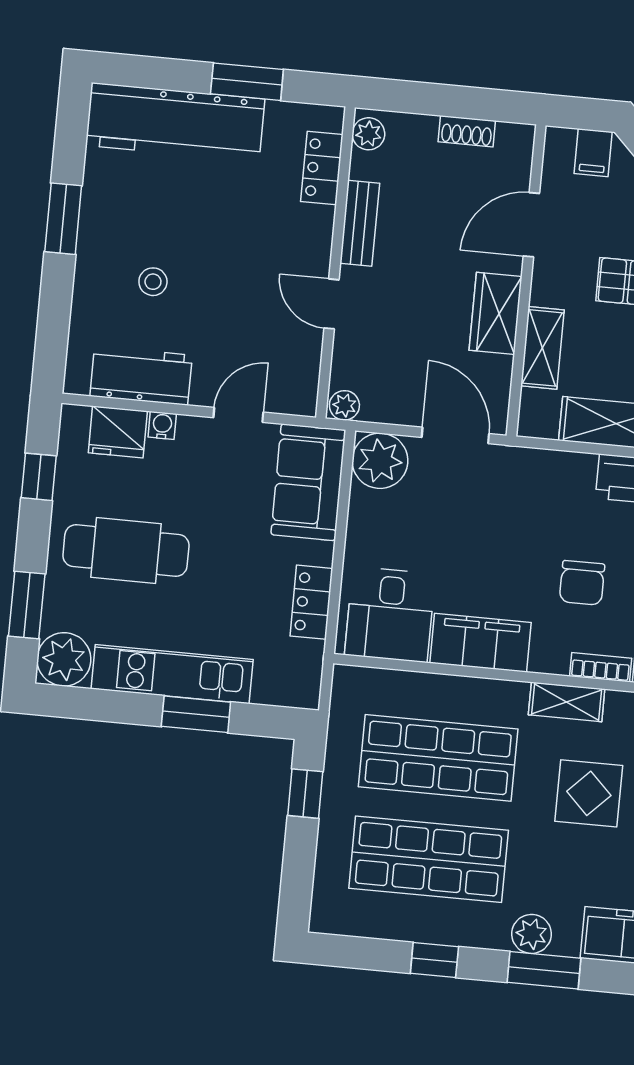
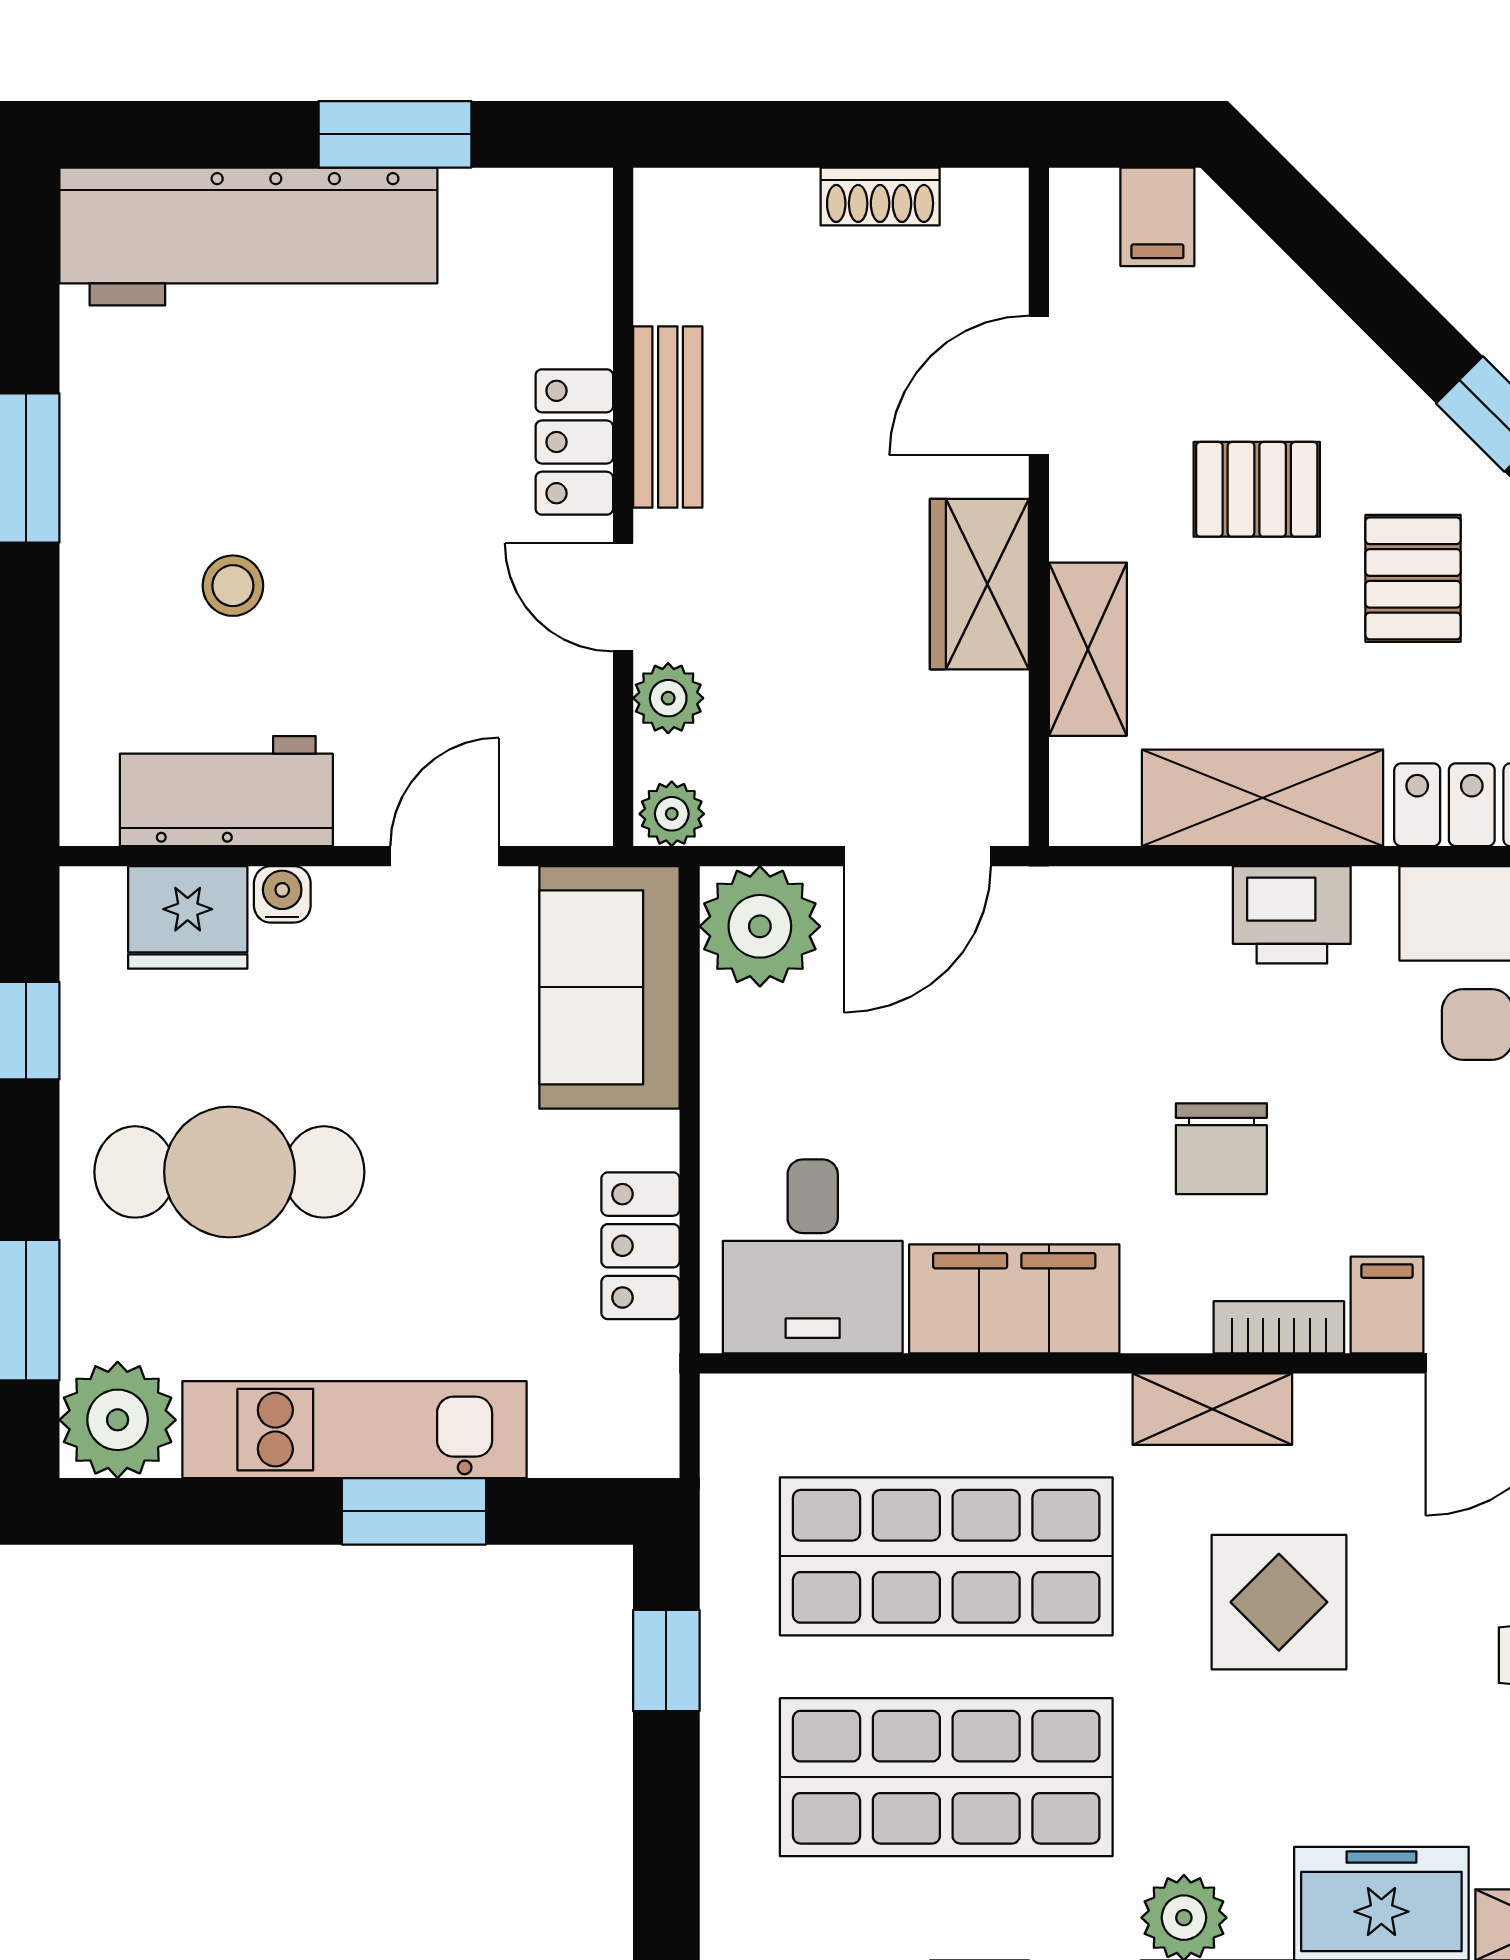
plant: (368, 134) -> (668, 698), moved
locker: (322, 168) -> (574, 442), moved
door: (455, 435) -> (918, 856), swing flipped

